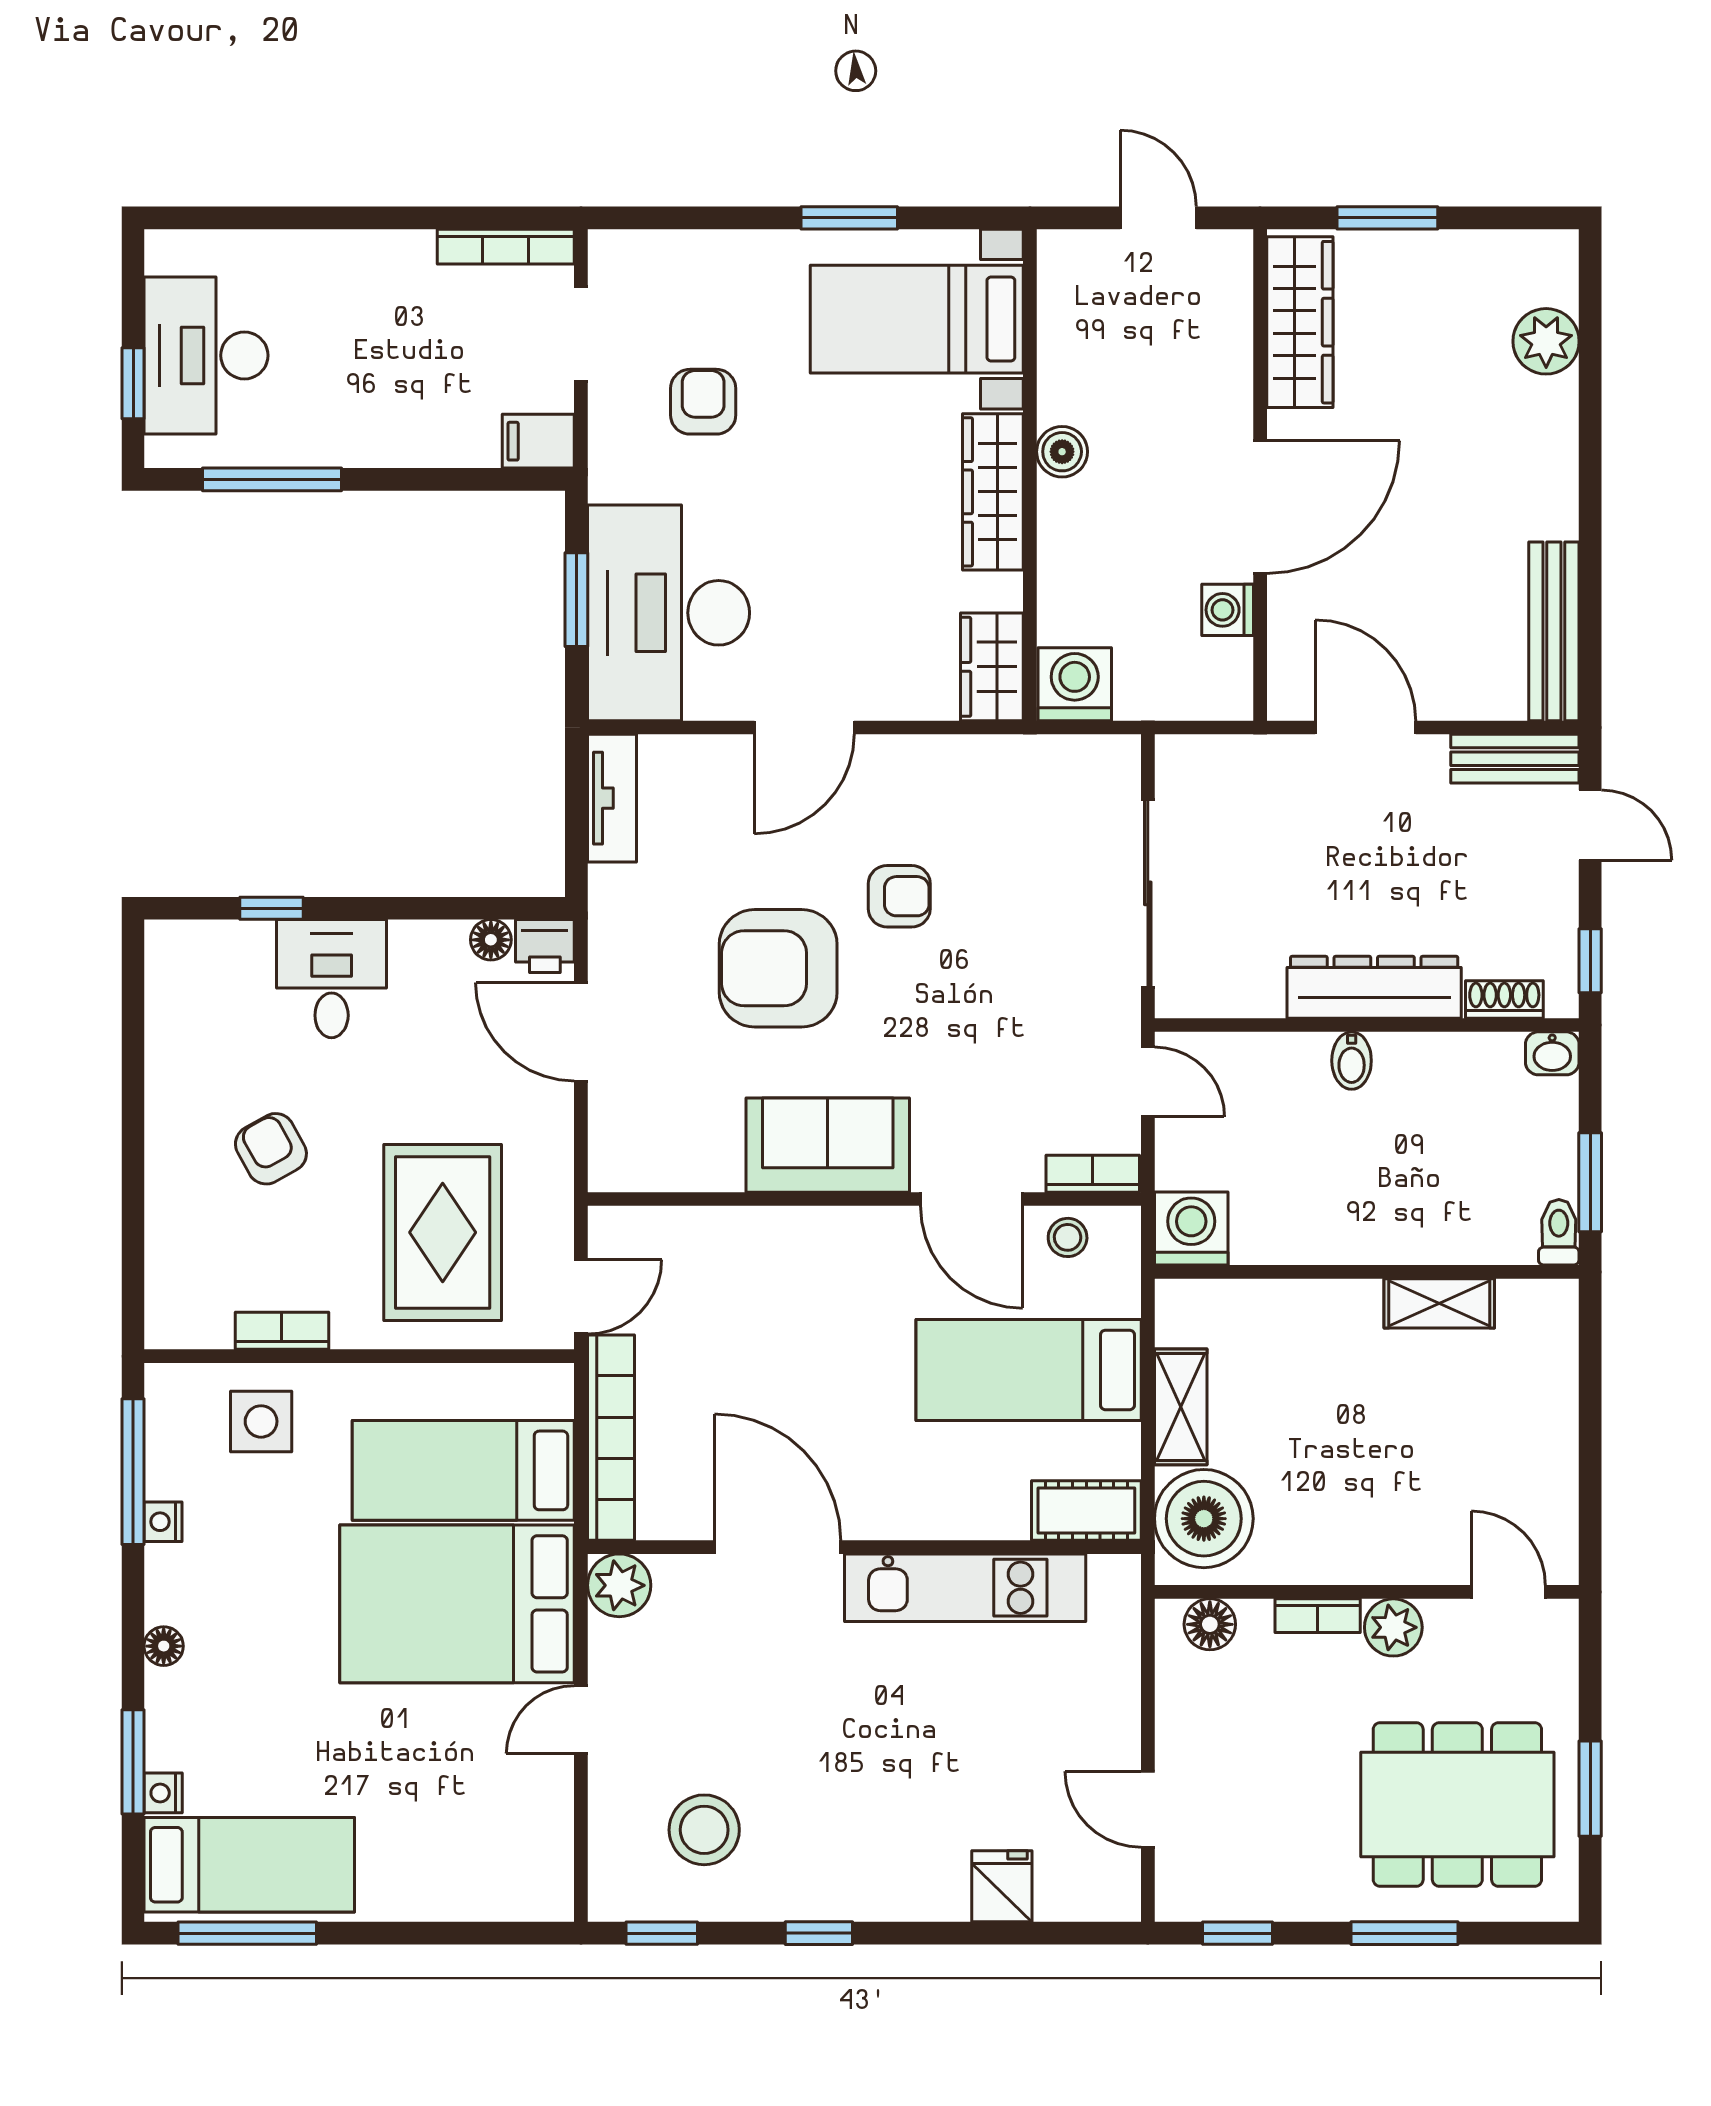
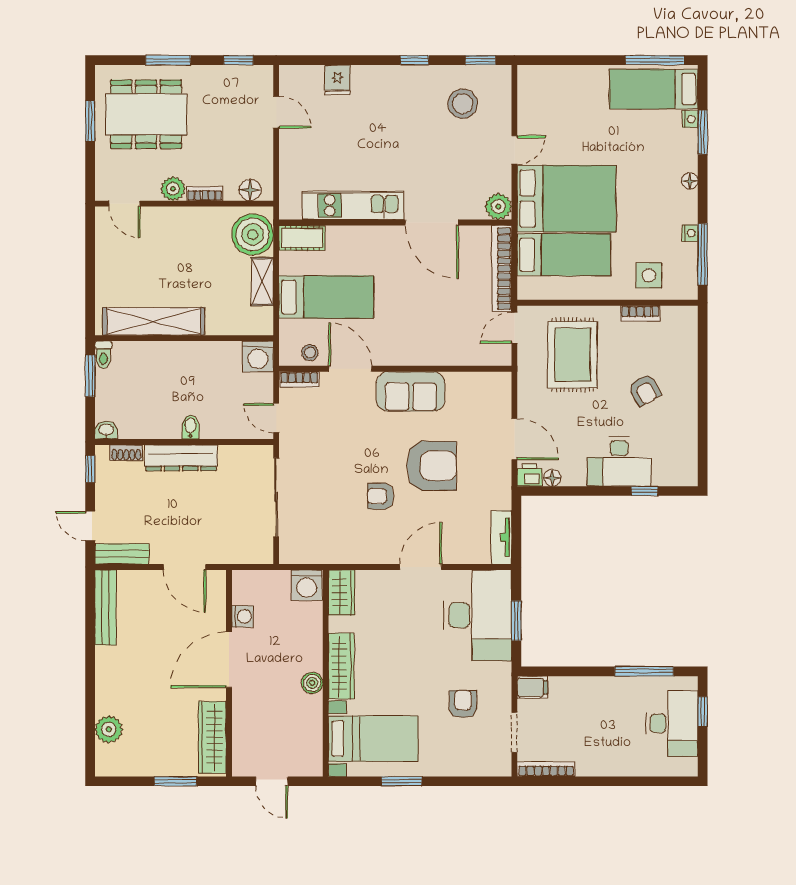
armchair: (703, 402) -> (463, 704), turned 180
desk: (332, 979) -> (619, 461), width x1.37
shelving: (1439, 1303) -> (154, 321), width x2.20, depth x1.33

